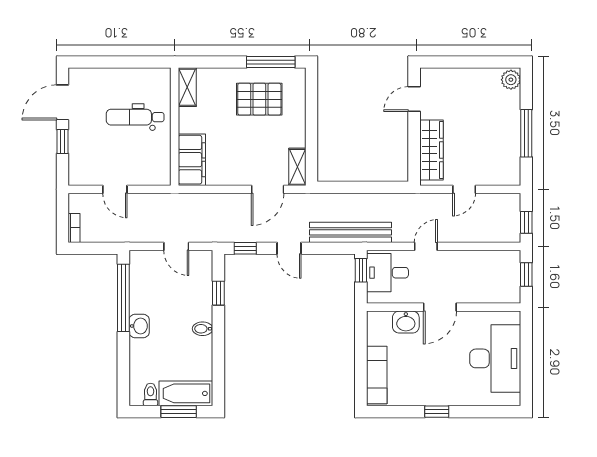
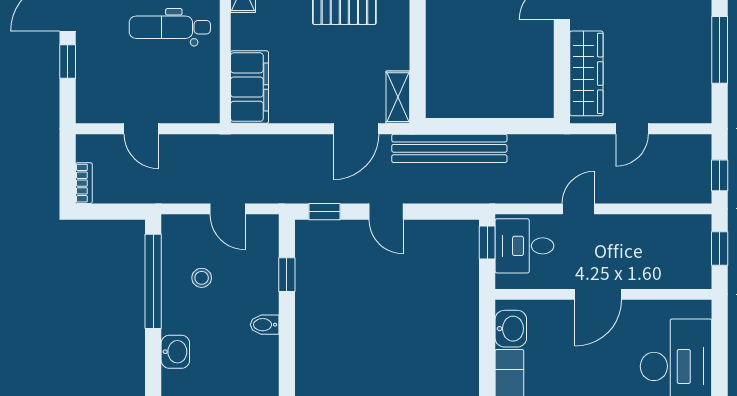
bench: (350, 232) -> (449, 148), moved
stool: (158, 295) -> (202, 278), added
washbasin: (406, 322) -> (511, 329), moved, turned -90
washbasin: (139, 326) -> (175, 352), moved

